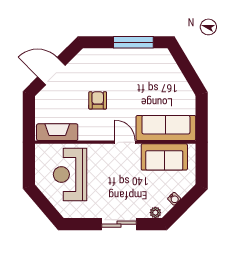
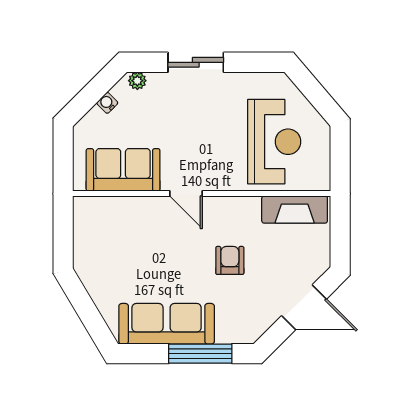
window: (133, 42) -> (200, 354), moved
armchair: (98, 100) -> (230, 260), turned 180
sofa: (166, 128) -> (167, 324), moved, turned 180

